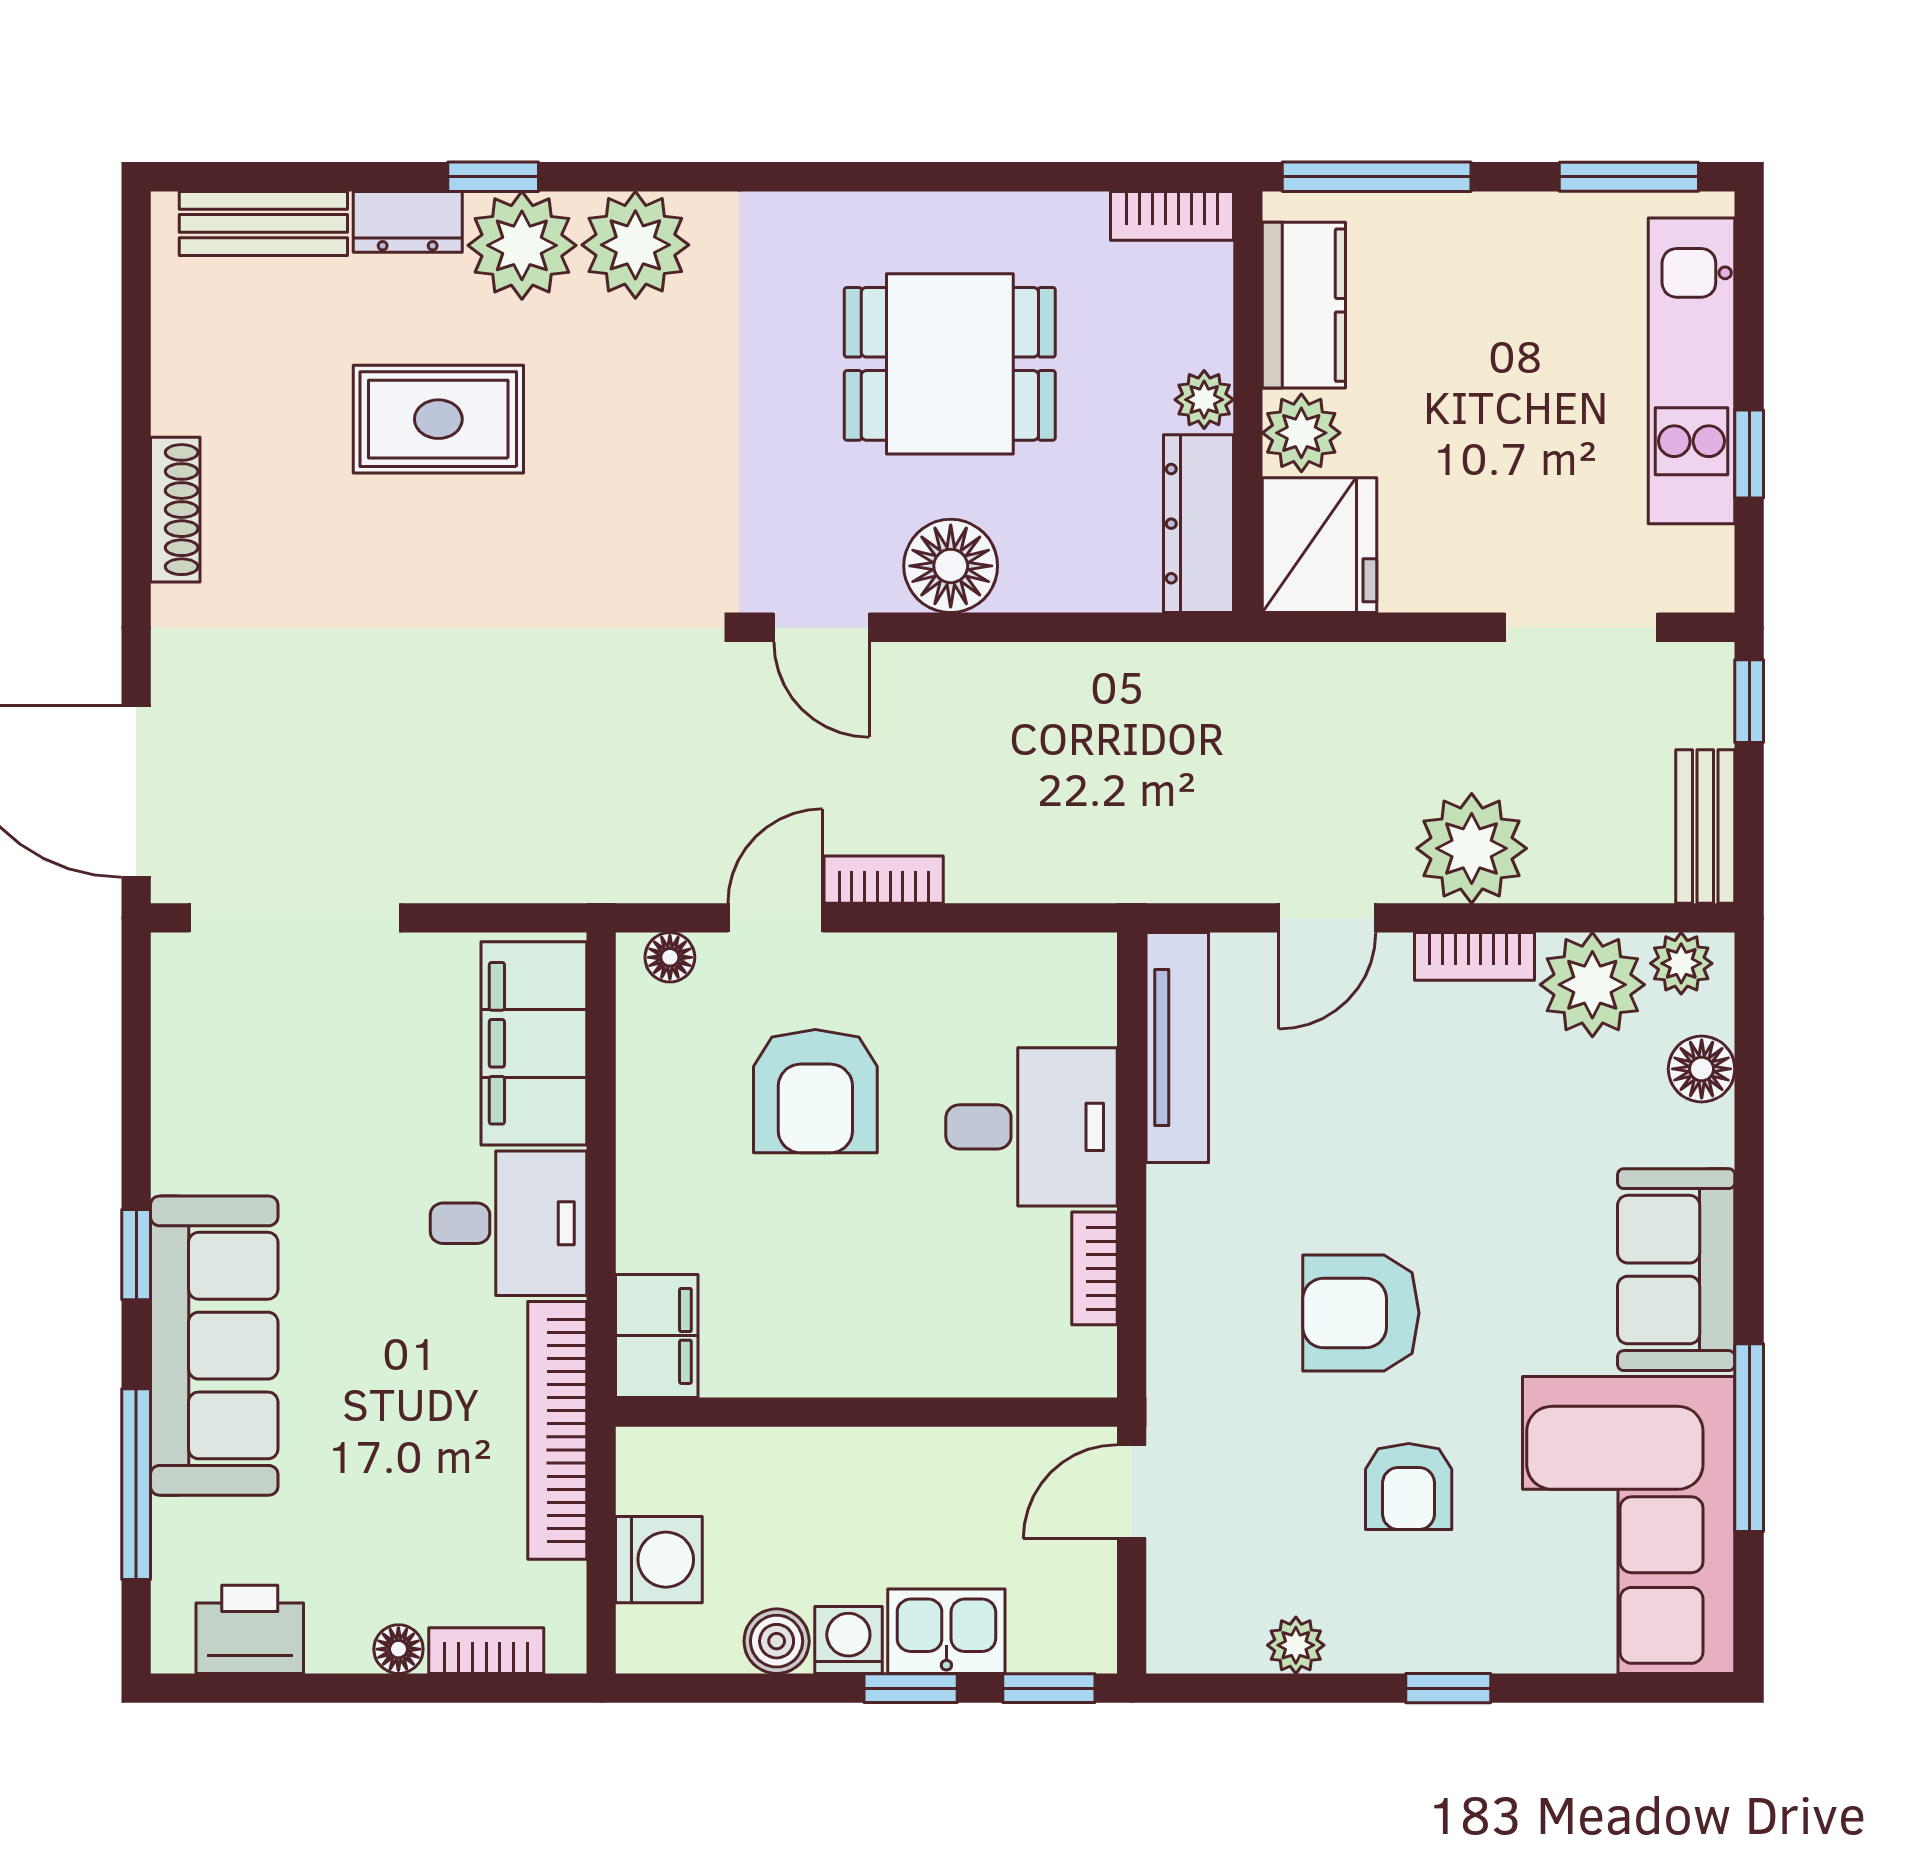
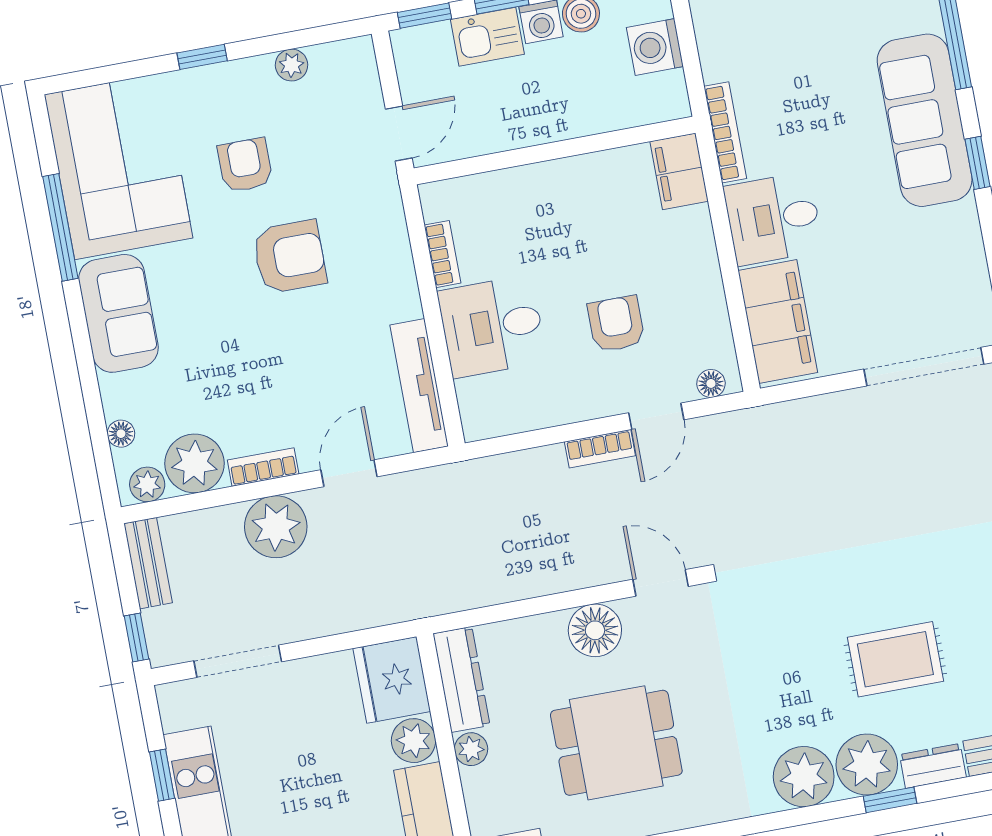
floor lamp: (1702, 1069) -> (121, 434), width x0.73, depth x0.73
armchair: (815, 1091) -> (616, 324), width x0.72, depth x0.72
bookcase: (557, 1430) -> (725, 132), width x0.68, depth x0.76

